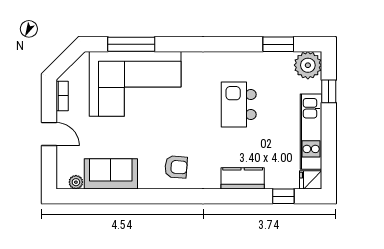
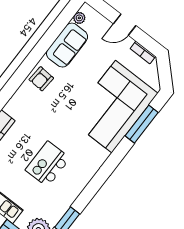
kitchen island: (239, 104) -> (48, 164), turned -90
armchair: (176, 167) -> (41, 79), moved

